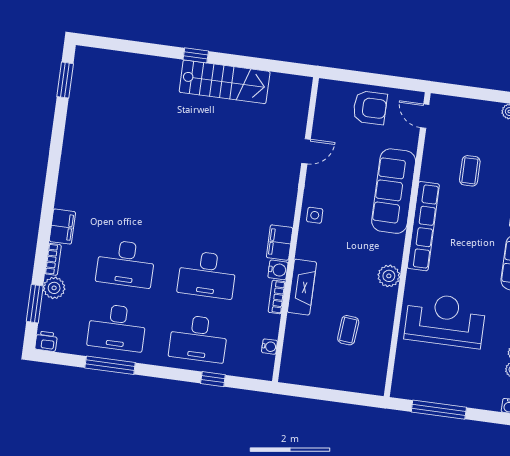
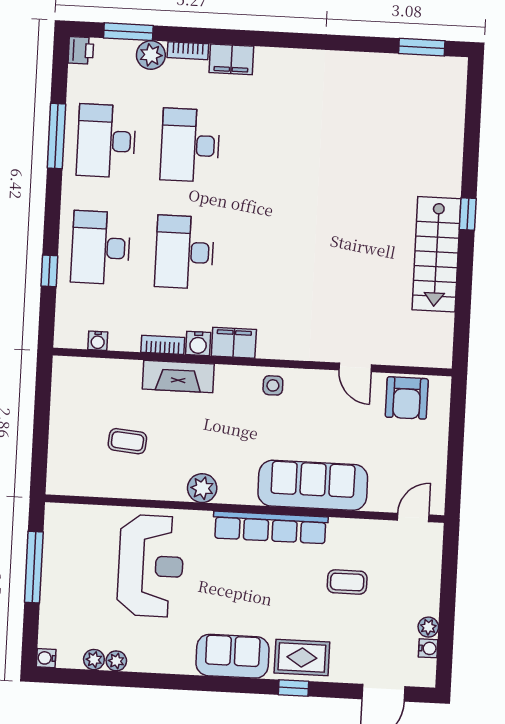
armchair: (370, 108) -> (407, 398), moved

